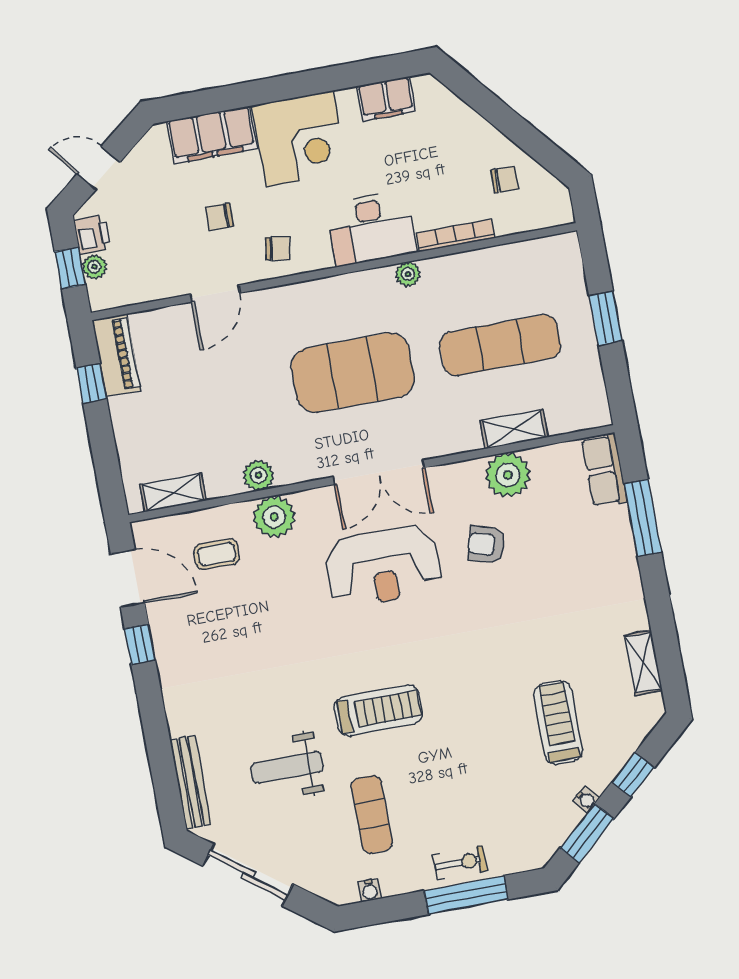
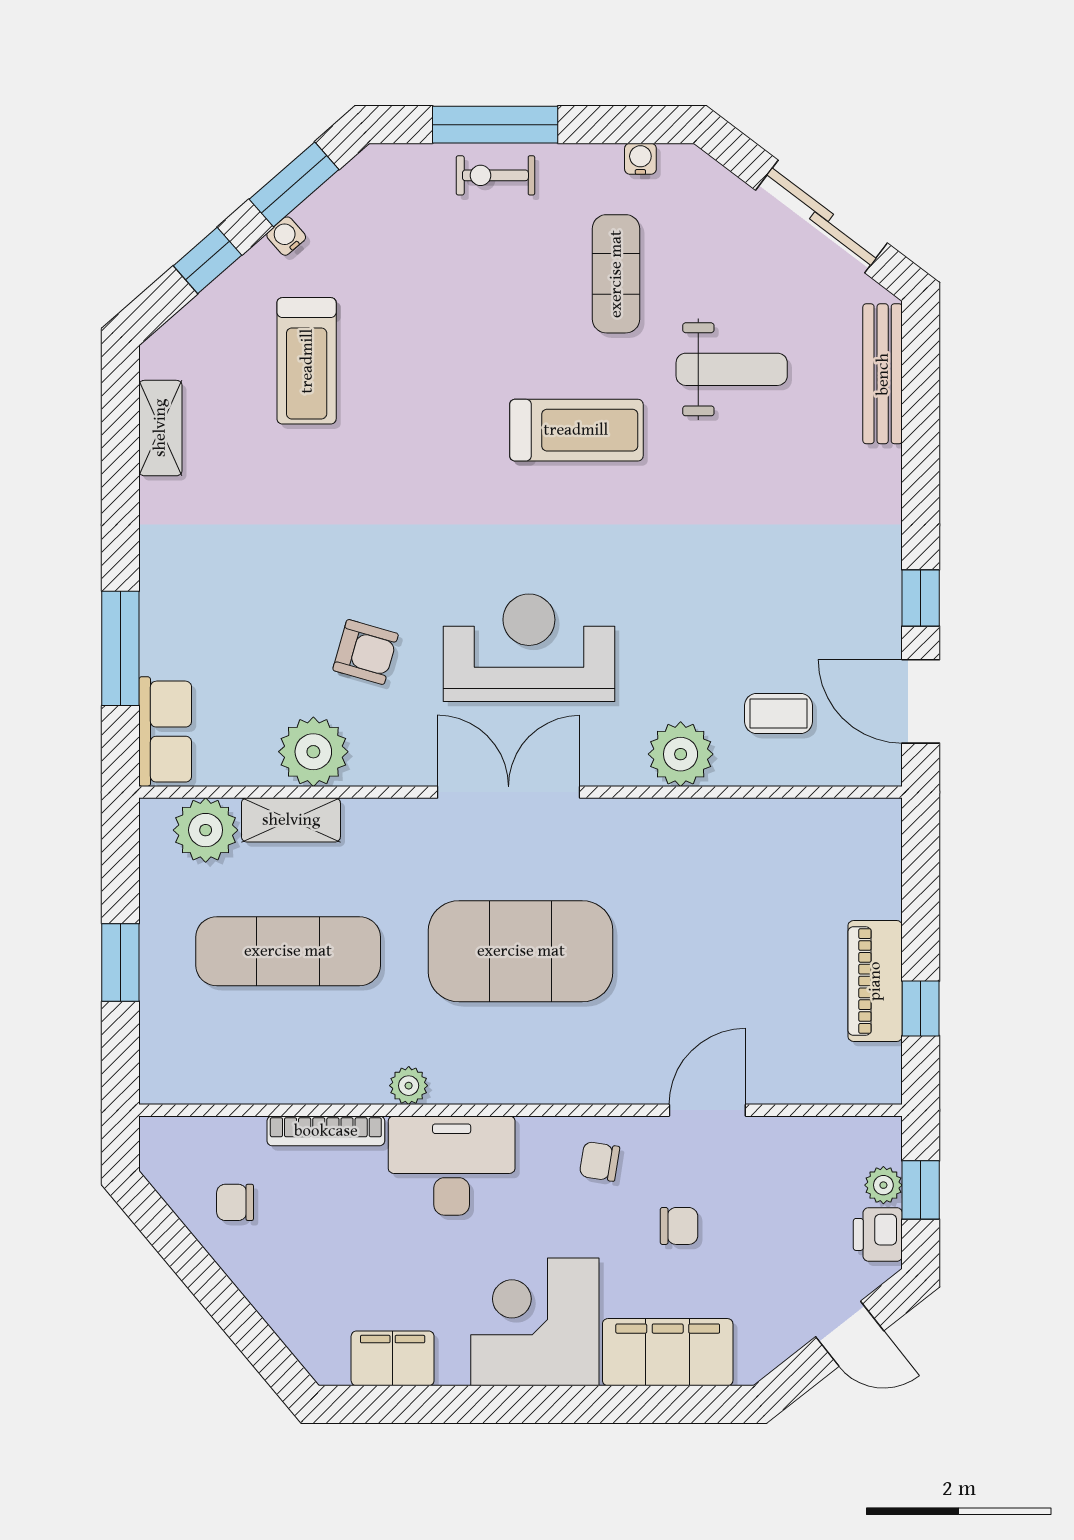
piano: (116, 355) -> (875, 981), moved
plant: (258, 475) -> (206, 830), moved, width x1.36, depth x1.36
shelving: (173, 492) -> (828, 820), removed
treadmill: (379, 710) -> (576, 430), turned 180

